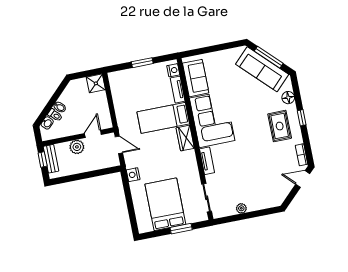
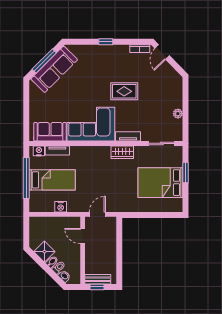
window: (142, 63) -> (26, 178), width x2.11
shower: (96, 83) -> (44, 252), moved, turned 45
floor lamp: (288, 98) -> (85, 51), removed
bed: (163, 118) -> (52, 180), moved, turned -90
rug: (280, 126) -> (124, 91), moved
wardrobe: (185, 138) -> (122, 152), moved
plant: (77, 147) -> (92, 253), removed
nightstand: (133, 175) -> (61, 207), moved

